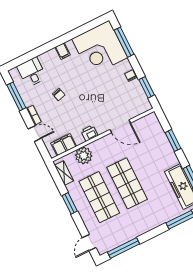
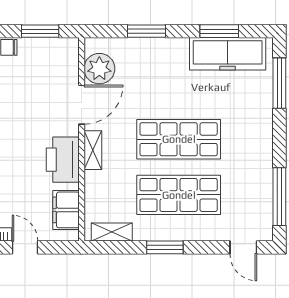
printer: (89, 133) -> (63, 160), width x1.87, depth x1.48
door: (35, 134) -> (25, 247), hinge flipped
shelving: (100, 143) -> (93, 150), added
plant: (84, 156) -> (99, 69), moved

